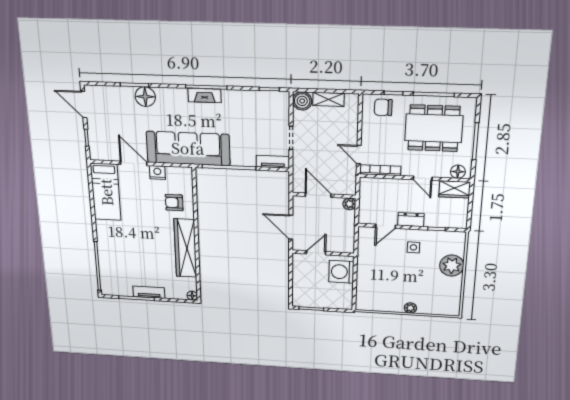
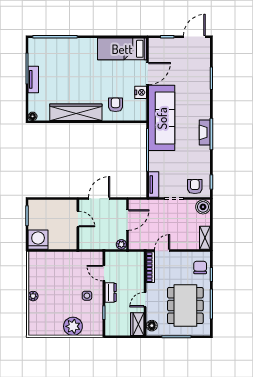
floor lamp: (145, 97) -> (202, 86), removed
shelving: (328, 99) -> (205, 238), moved
armchair: (275, 111) -> (195, 187), added
washing machine: (341, 272) -> (38, 240), moved

